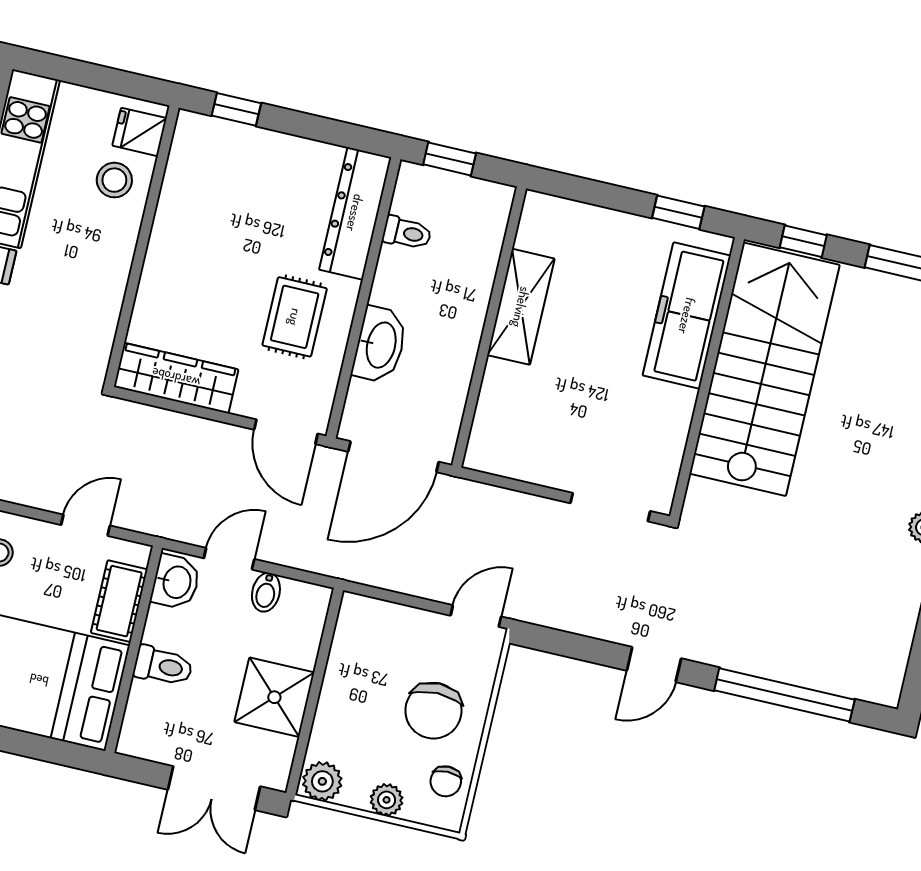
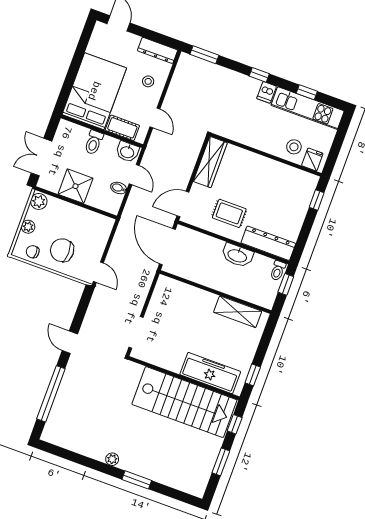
toilet: (407, 233) -> (278, 271), moved
shelving: (521, 307) -> (238, 312), moved
washbasin: (380, 345) -> (237, 255), moved

